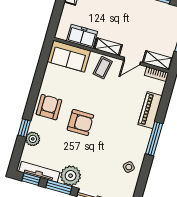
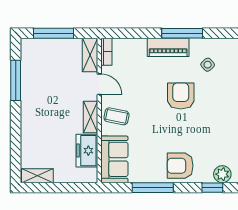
window: (38, 80) -> (153, 188), added
piano: (150, 110) -> (168, 47), moved
armchair: (80, 122) -> (181, 96), moved
side table: (129, 167) -> (208, 65), moved

